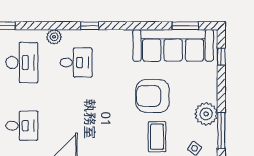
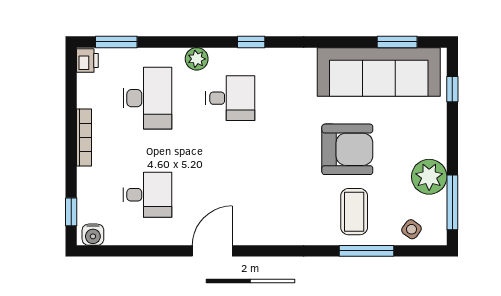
armchair: (153, 96) -> (347, 149), turned 180

